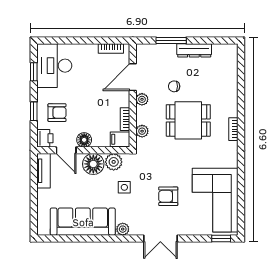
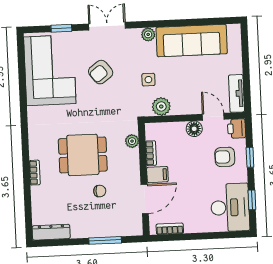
dresser: (194, 50) -> (51, 232), moved
plant: (142, 99) -> (134, 175), removed
bookcase: (233, 129) -> (35, 173), moved
filing cabinet: (120, 139) -> (157, 175), moved
floor lamp: (93, 164) -> (183, 103), removed
armchair: (168, 196) -> (101, 72), turned 143
window: (221, 238) -> (61, 28), moved

